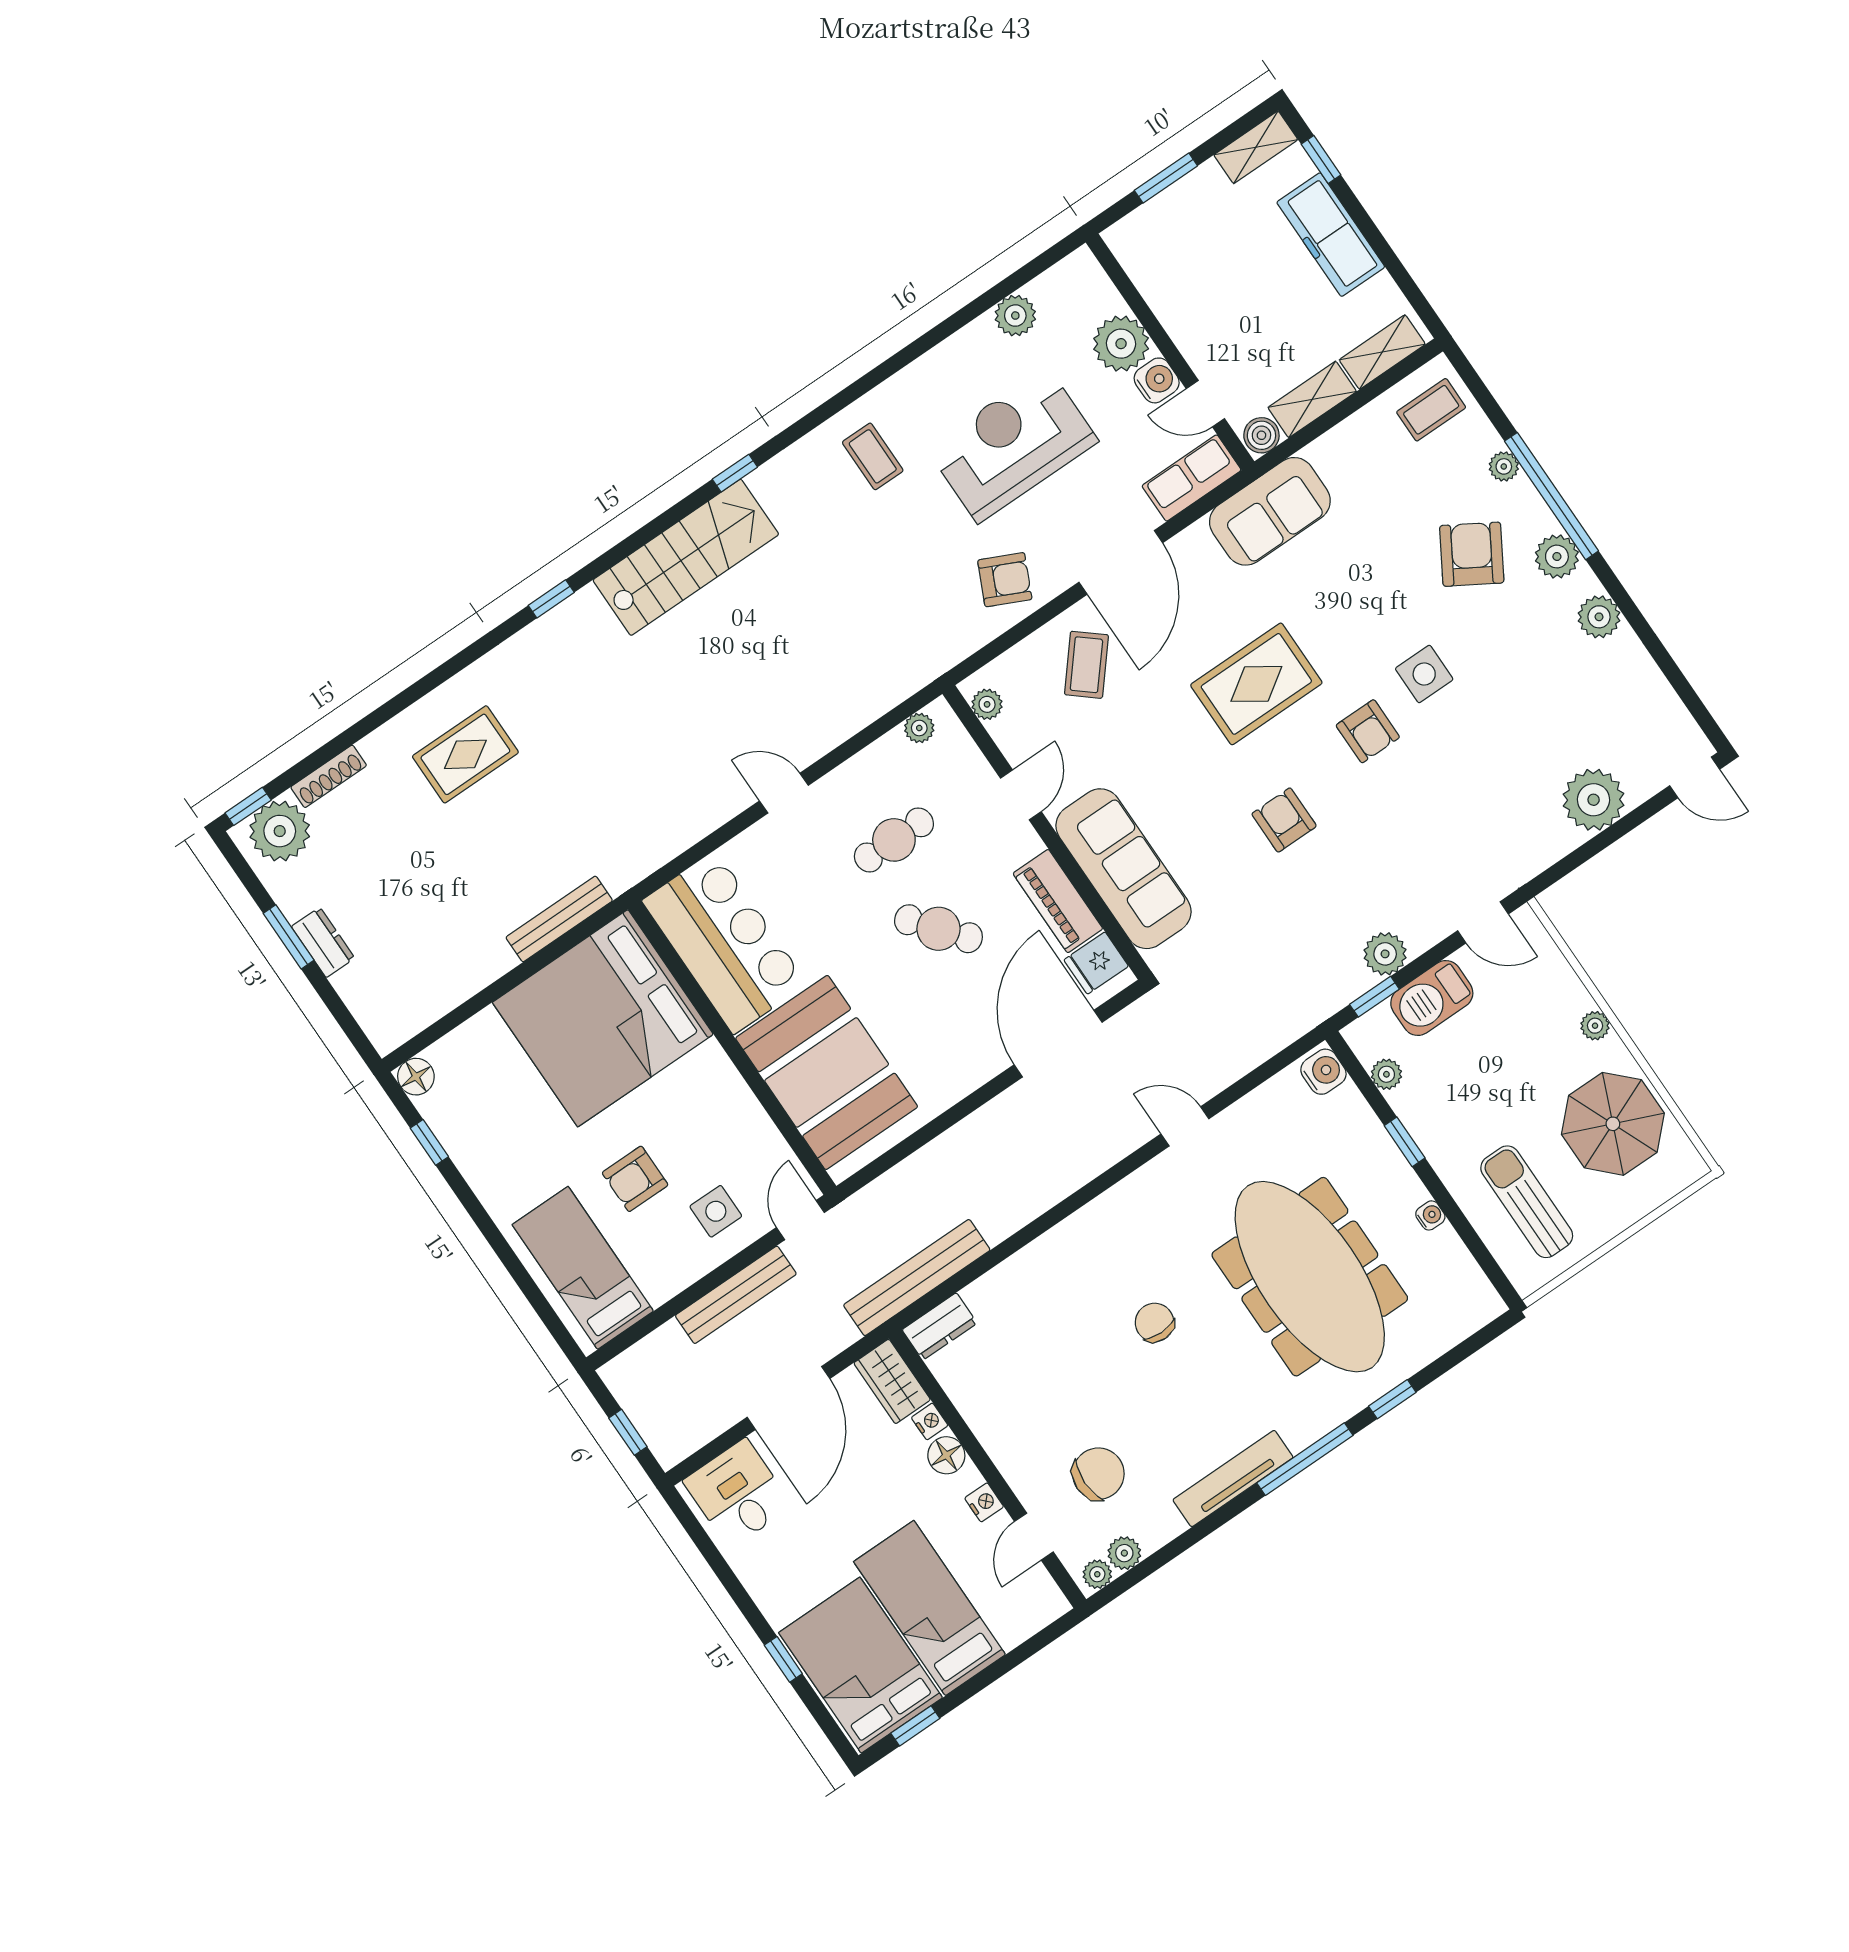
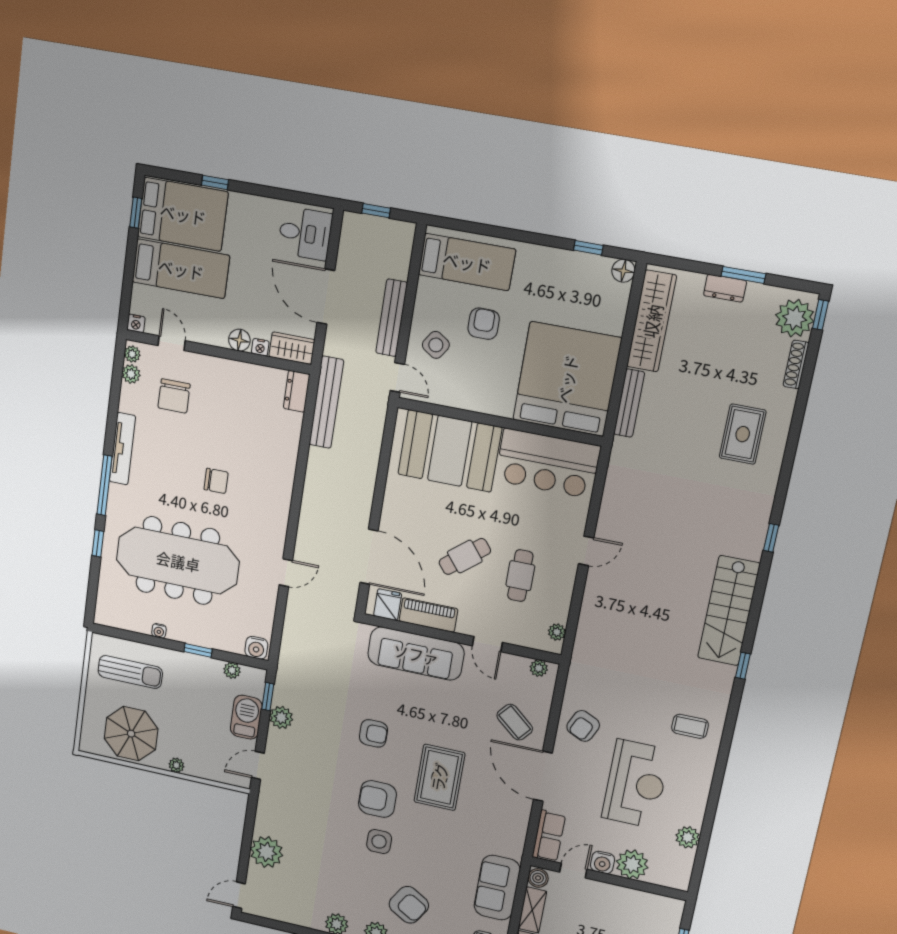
sofa: (1270, 511) -> (497, 888), moved
armchair: (1368, 731) -> (377, 799), width x1.38, depth x1.38
wardrobe: (441, 988) -> (652, 321), added
side table: (716, 1211) -> (436, 345), turned 34
nightstand: (984, 1502) -> (136, 323), moved

